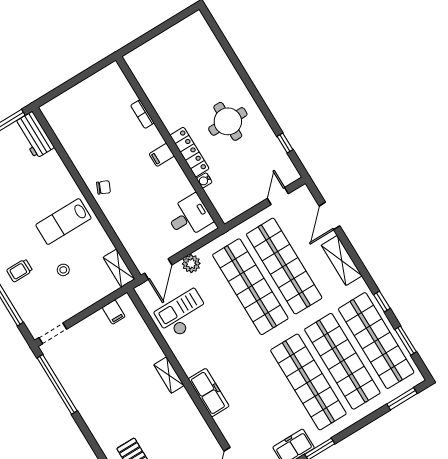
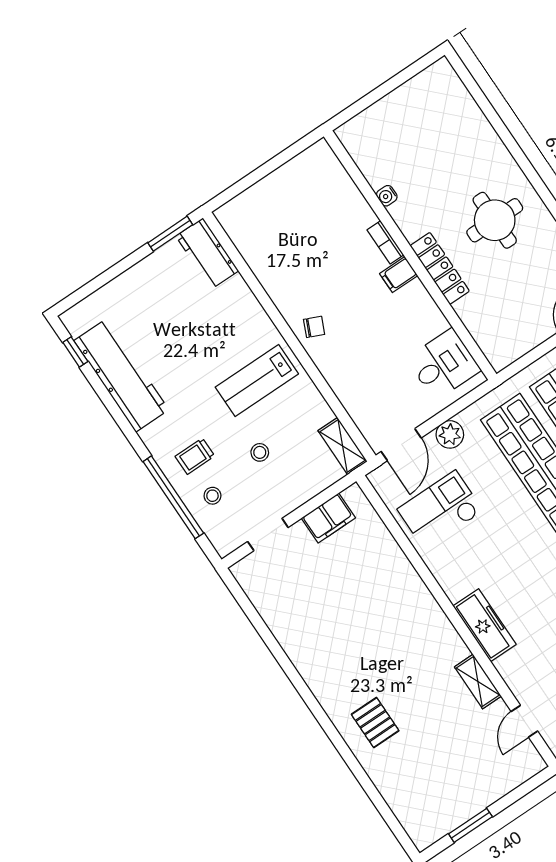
bookcase: (142, 114) -> (385, 242), moved
water cooler: (204, 180) -> (387, 196), moved
stool: (30, 297) -> (212, 496), added
filing cabinet: (114, 312) -> (328, 518), width x2.00
doorway: (53, 333) -> (268, 535), moved
shelving: (169, 375) -> (478, 682), moved
window: (57, 384) -> (258, 623), removed

